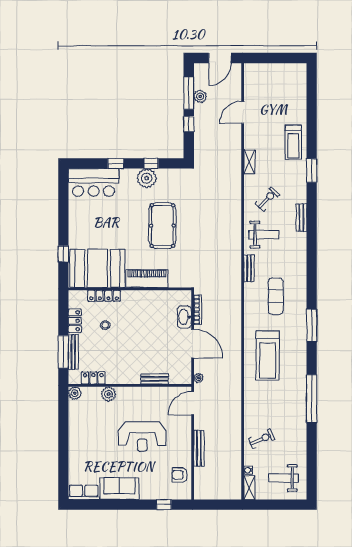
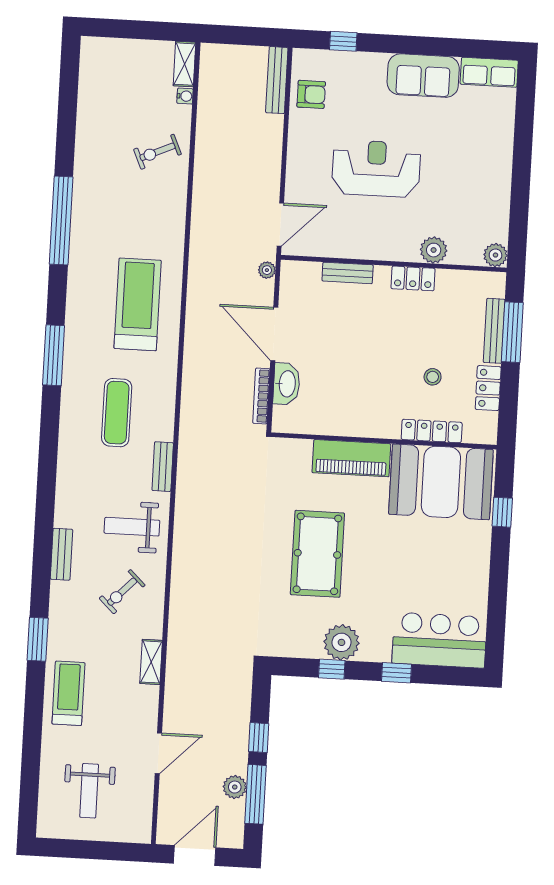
locker: (93, 378) -> (413, 278), moved
bench: (199, 448) -> (277, 80), moved
weight bench: (284, 478) -> (89, 791), moved, turned 90

